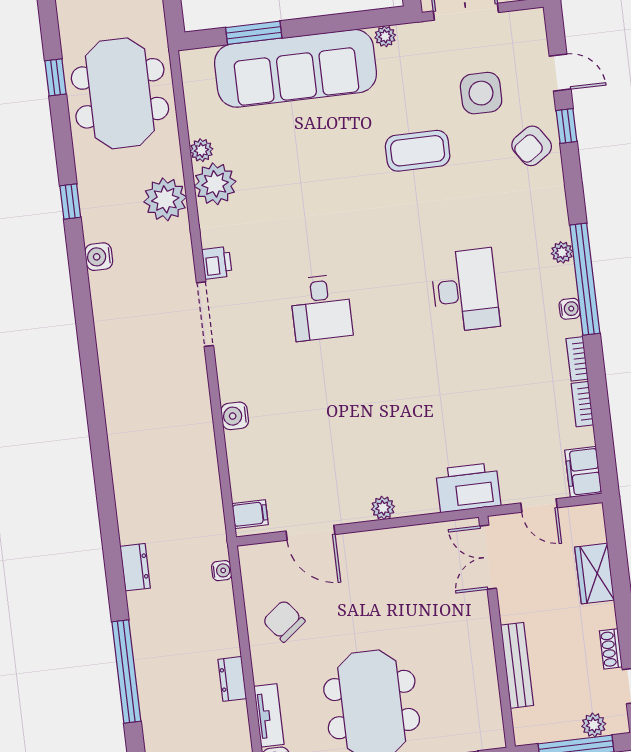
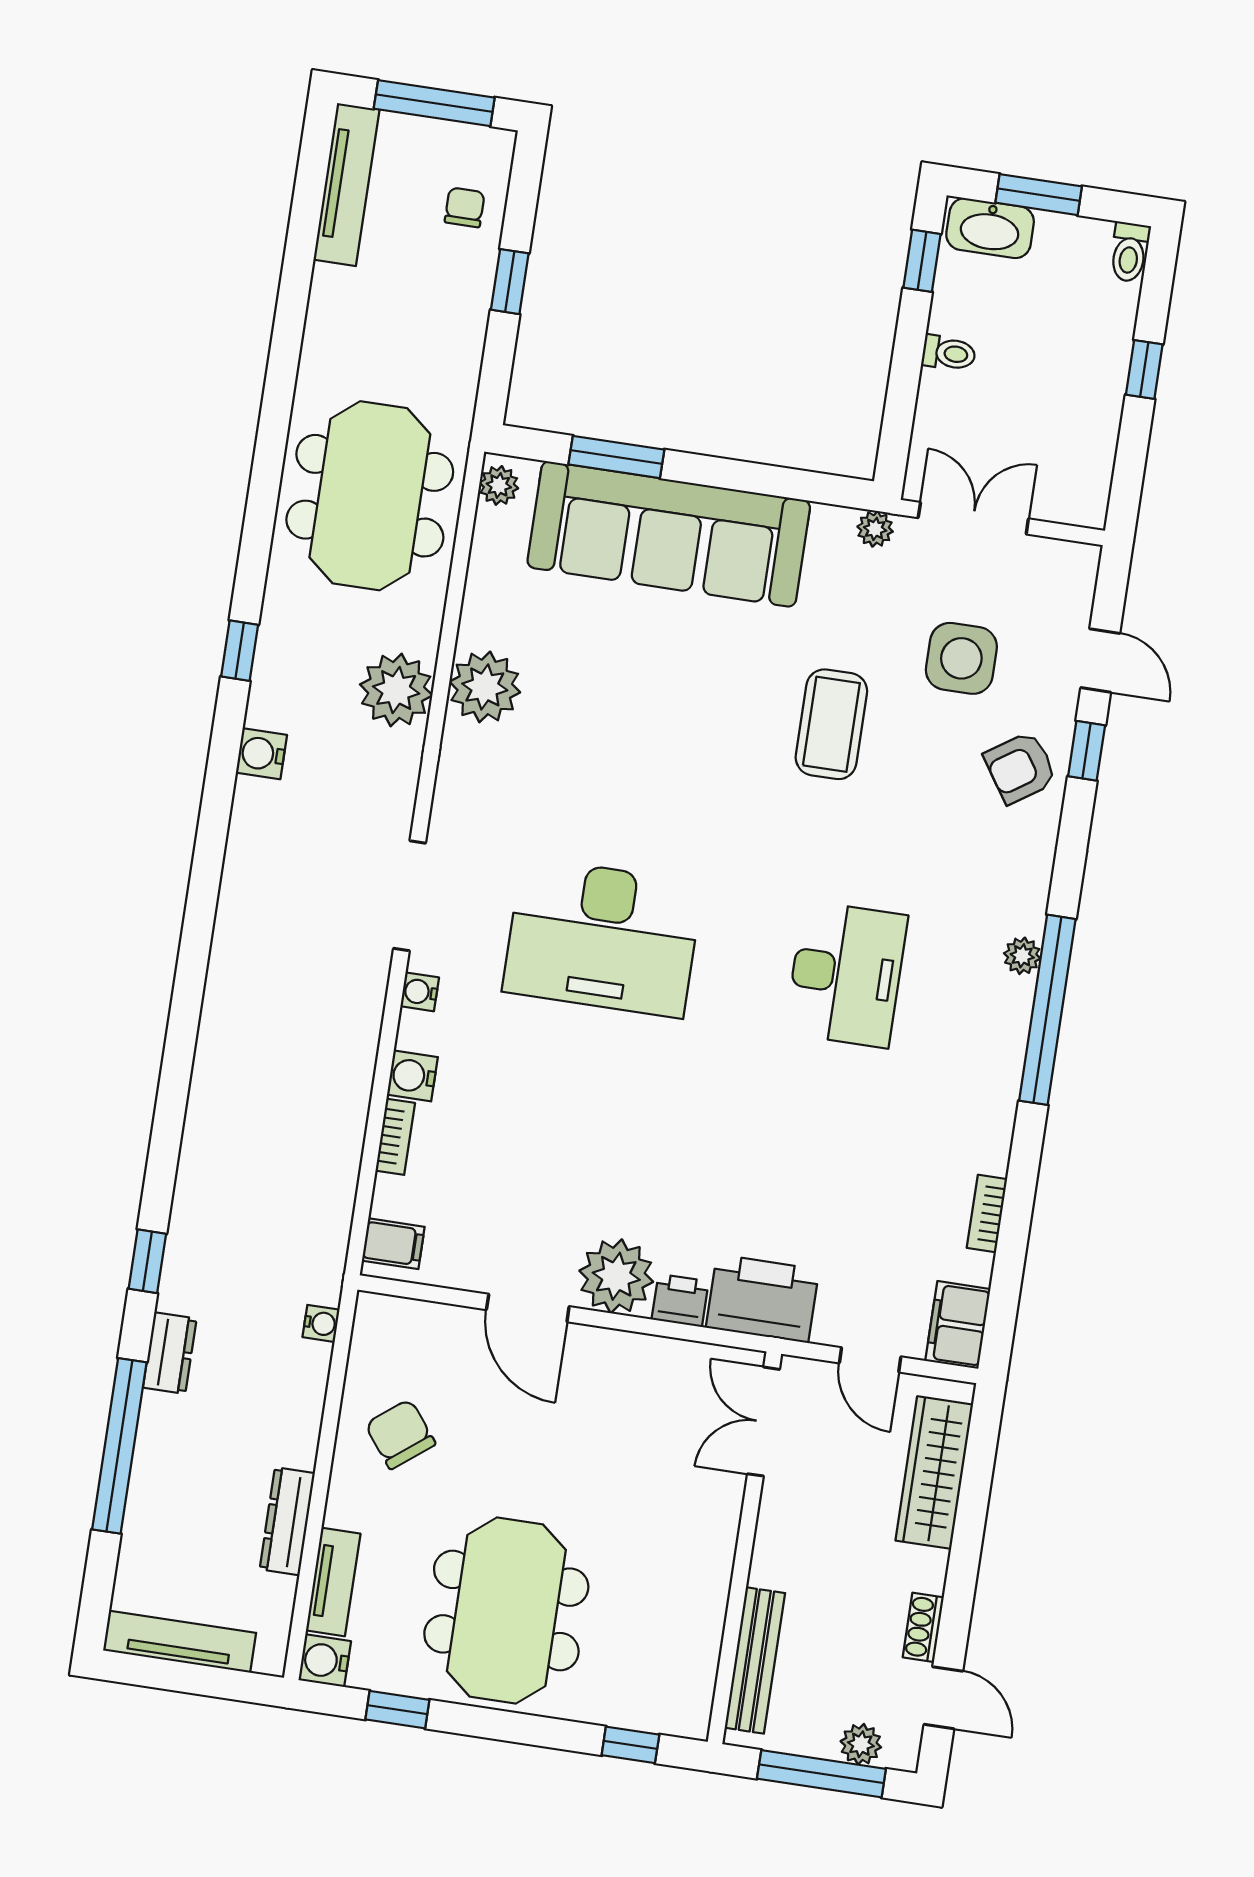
plant: (385, 36) -> (875, 529), moved
window: (55, 77) -> (147, 1261), moved
plant: (201, 150) -> (499, 485), moved
coffee table: (418, 151) -> (831, 724), turned 90
printer: (217, 263) -> (680, 1300), moved, turned -90
desk: (321, 307) -> (603, 937), width x1.87, depth x1.30
water cooler: (570, 309) -> (420, 992), moved, turned 180
bookcase: (577, 359) -> (395, 1137), moved, turned 180
plant: (383, 508) -> (616, 1276), width x1.88, depth x1.88
door: (310, 533) -> (528, 1308), moved
dresser: (135, 567) -> (170, 1353), moved
wardrobe: (595, 574) -> (934, 1473), width x1.50
bench: (517, 665) -> (755, 1660), moved
dresser: (232, 679) -> (287, 1521), width x1.44

